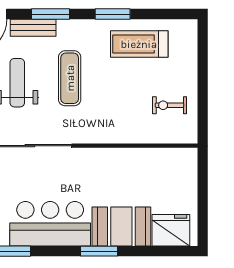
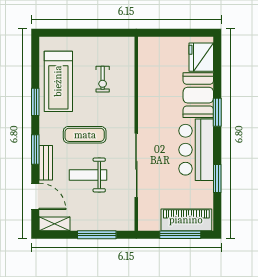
treadmill: (139, 44) -> (58, 81), width x1.37, depth x1.38
exercise bike: (169, 105) -> (103, 79), moved

